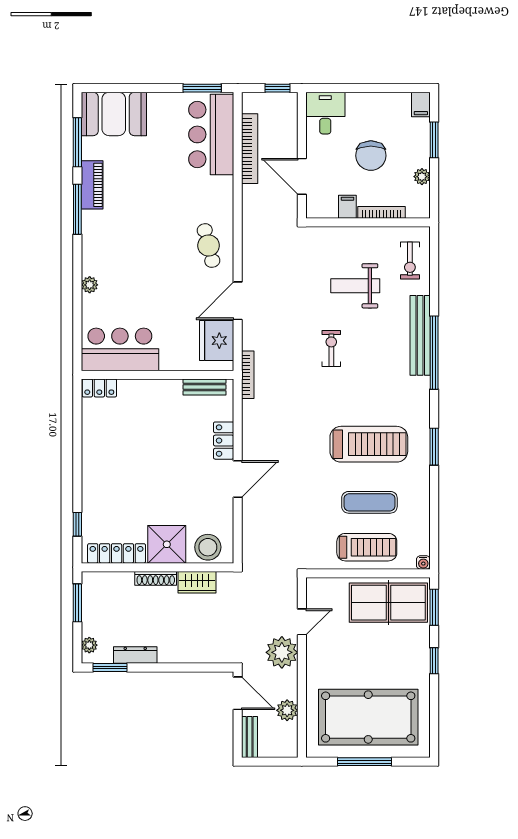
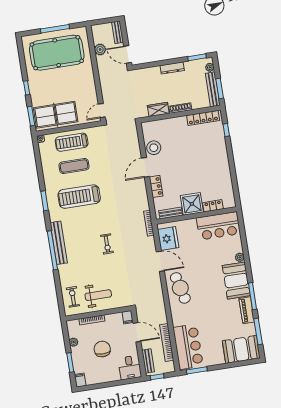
bench: (289, 120) -> (148, 361), added
filing cabinet: (347, 207) -> (128, 317), moved
booth: (103, 243) -> (236, 281), added
cafe table: (208, 246) -> (180, 288), width x1.37, depth x1.35
weight bench: (355, 286) -> (98, 295), moved
door: (238, 301) -> (160, 261), hinge flipped
bench: (420, 335) -> (59, 243), moved
locker: (99, 388) -> (213, 206), moved
shower: (167, 544) -> (192, 204), moved
stool: (208, 547) -> (154, 148), moved
bench: (90, 603) -> (213, 89), added
door: (302, 622) -> (102, 111), moved
plant: (282, 652) -> (108, 80), removed
dresser: (135, 655) -> (172, 68), moved

